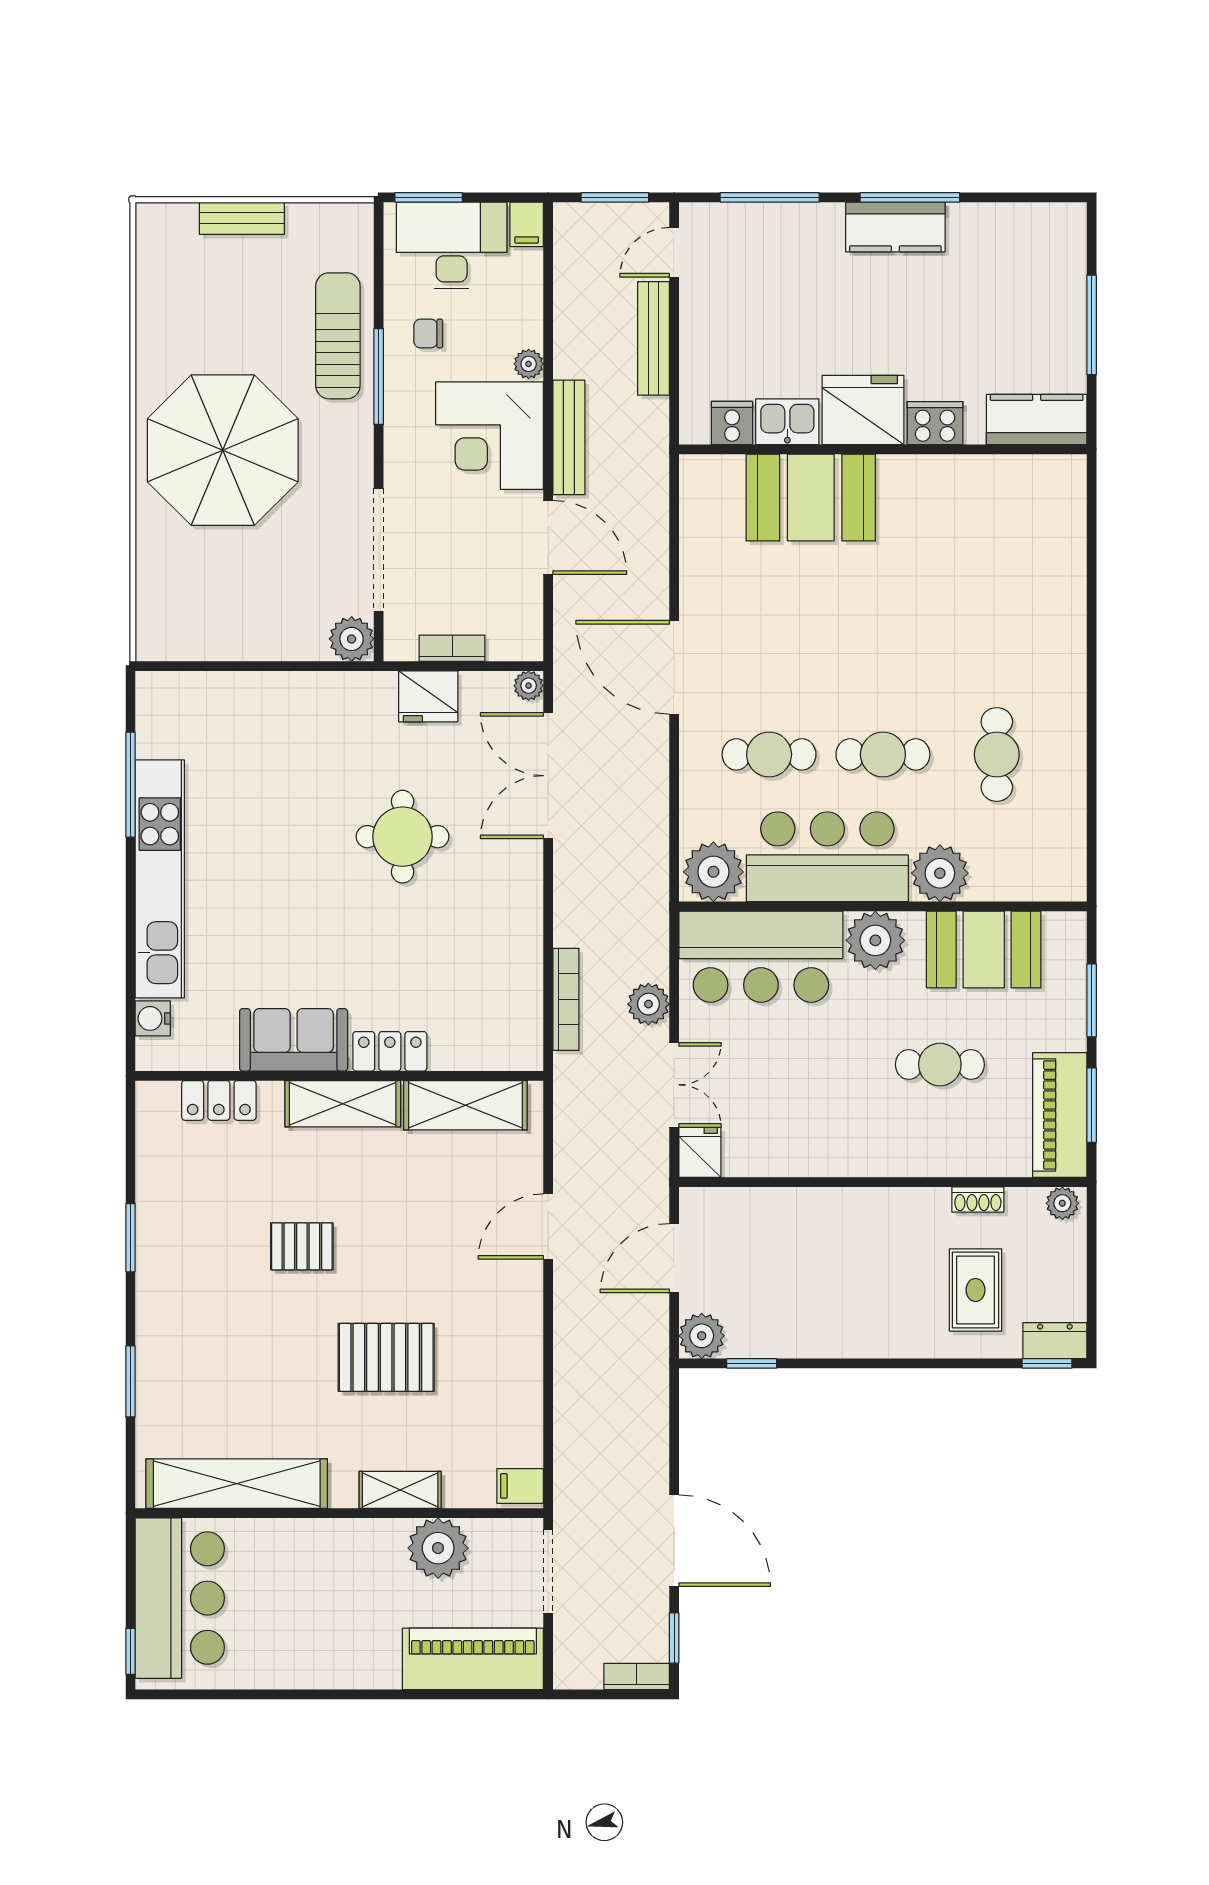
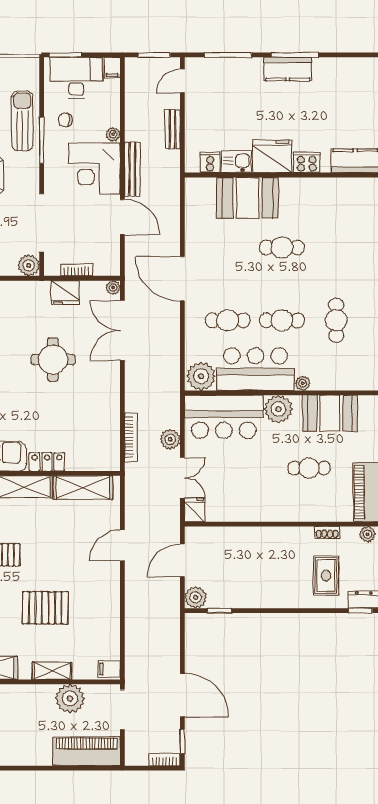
bench: (653, 338) -> (173, 129), width x0.73
cafe table: (883, 601) -> (282, 247), added
plant: (940, 873) -> (303, 383), width x0.53, depth x0.53

